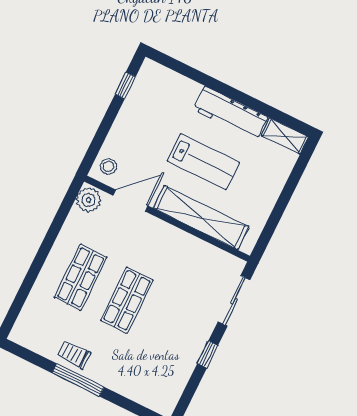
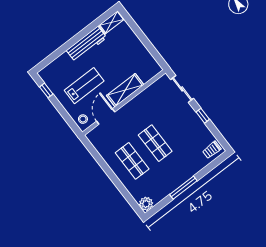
lab bench: (203, 162) -> (84, 86), moved
plant: (89, 200) -> (146, 204), moved
shelving: (201, 217) -> (125, 90), width x0.68
trolley: (74, 355) -> (212, 150), moved

